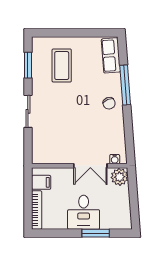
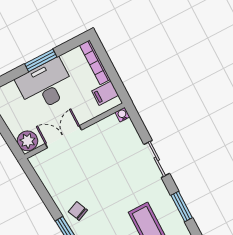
water cooler: (115, 159) -> (122, 115), moved
desk: (84, 212) -> (45, 85), width x1.37
window: (96, 233) -> (41, 60), moved

